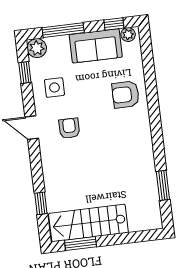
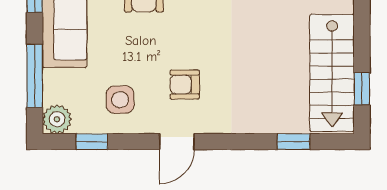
window: (80, 244) -> (362, 89), width x0.67

